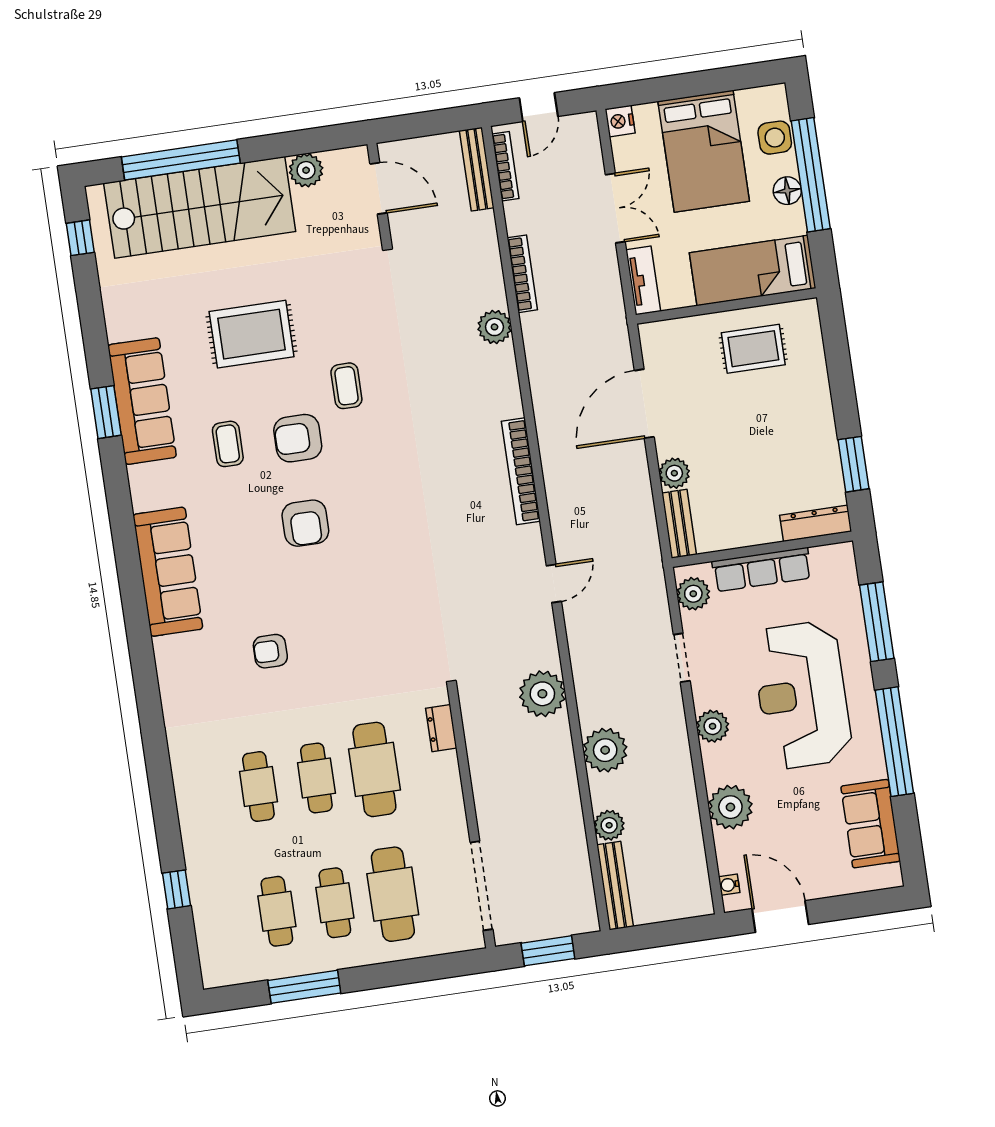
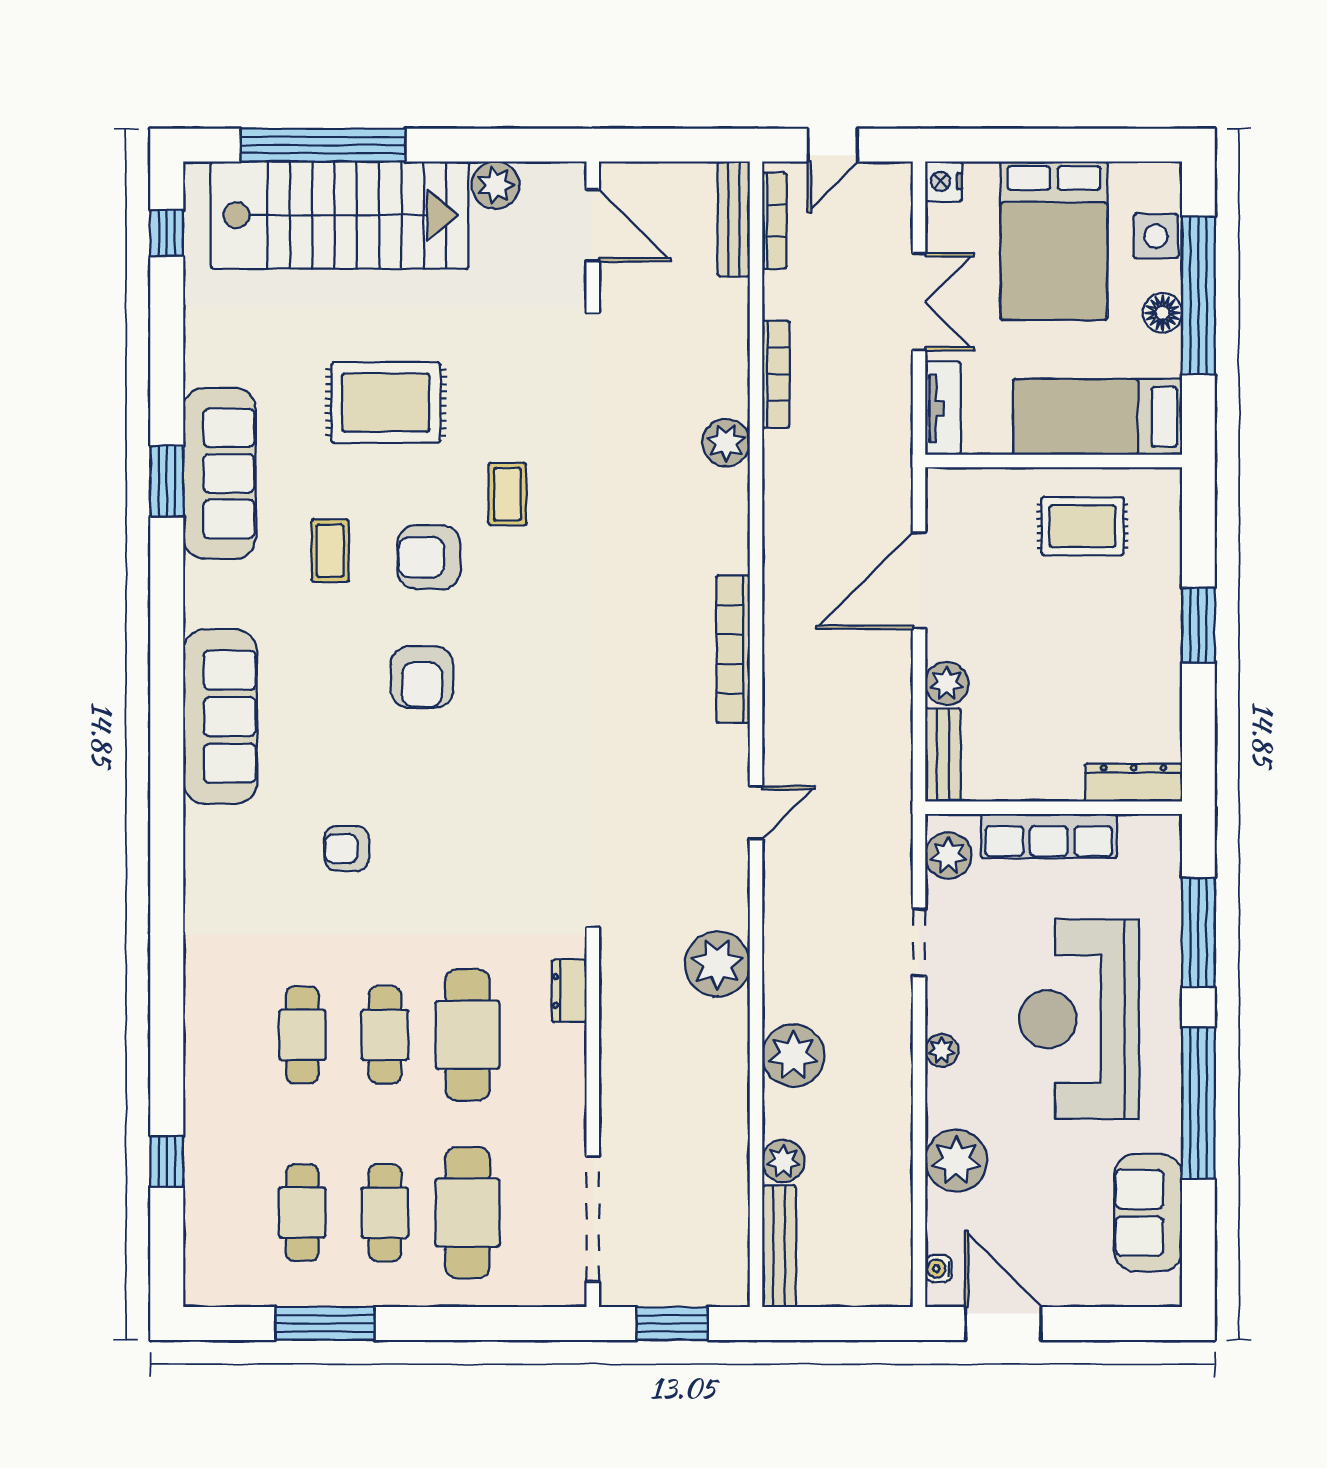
window: (853, 464) -> (1198, 625), moved
plant: (713, 726) -> (942, 1050), width x0.73, depth x0.73

